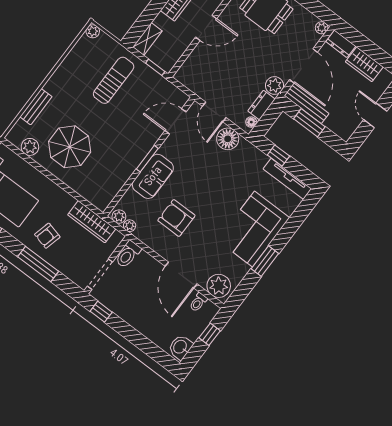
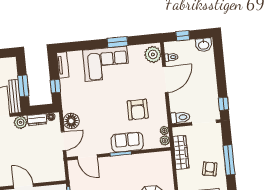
tv unit: (287, 179) -> (63, 65), width x0.71
armchair: (47, 236) -> (210, 169), turned -93

